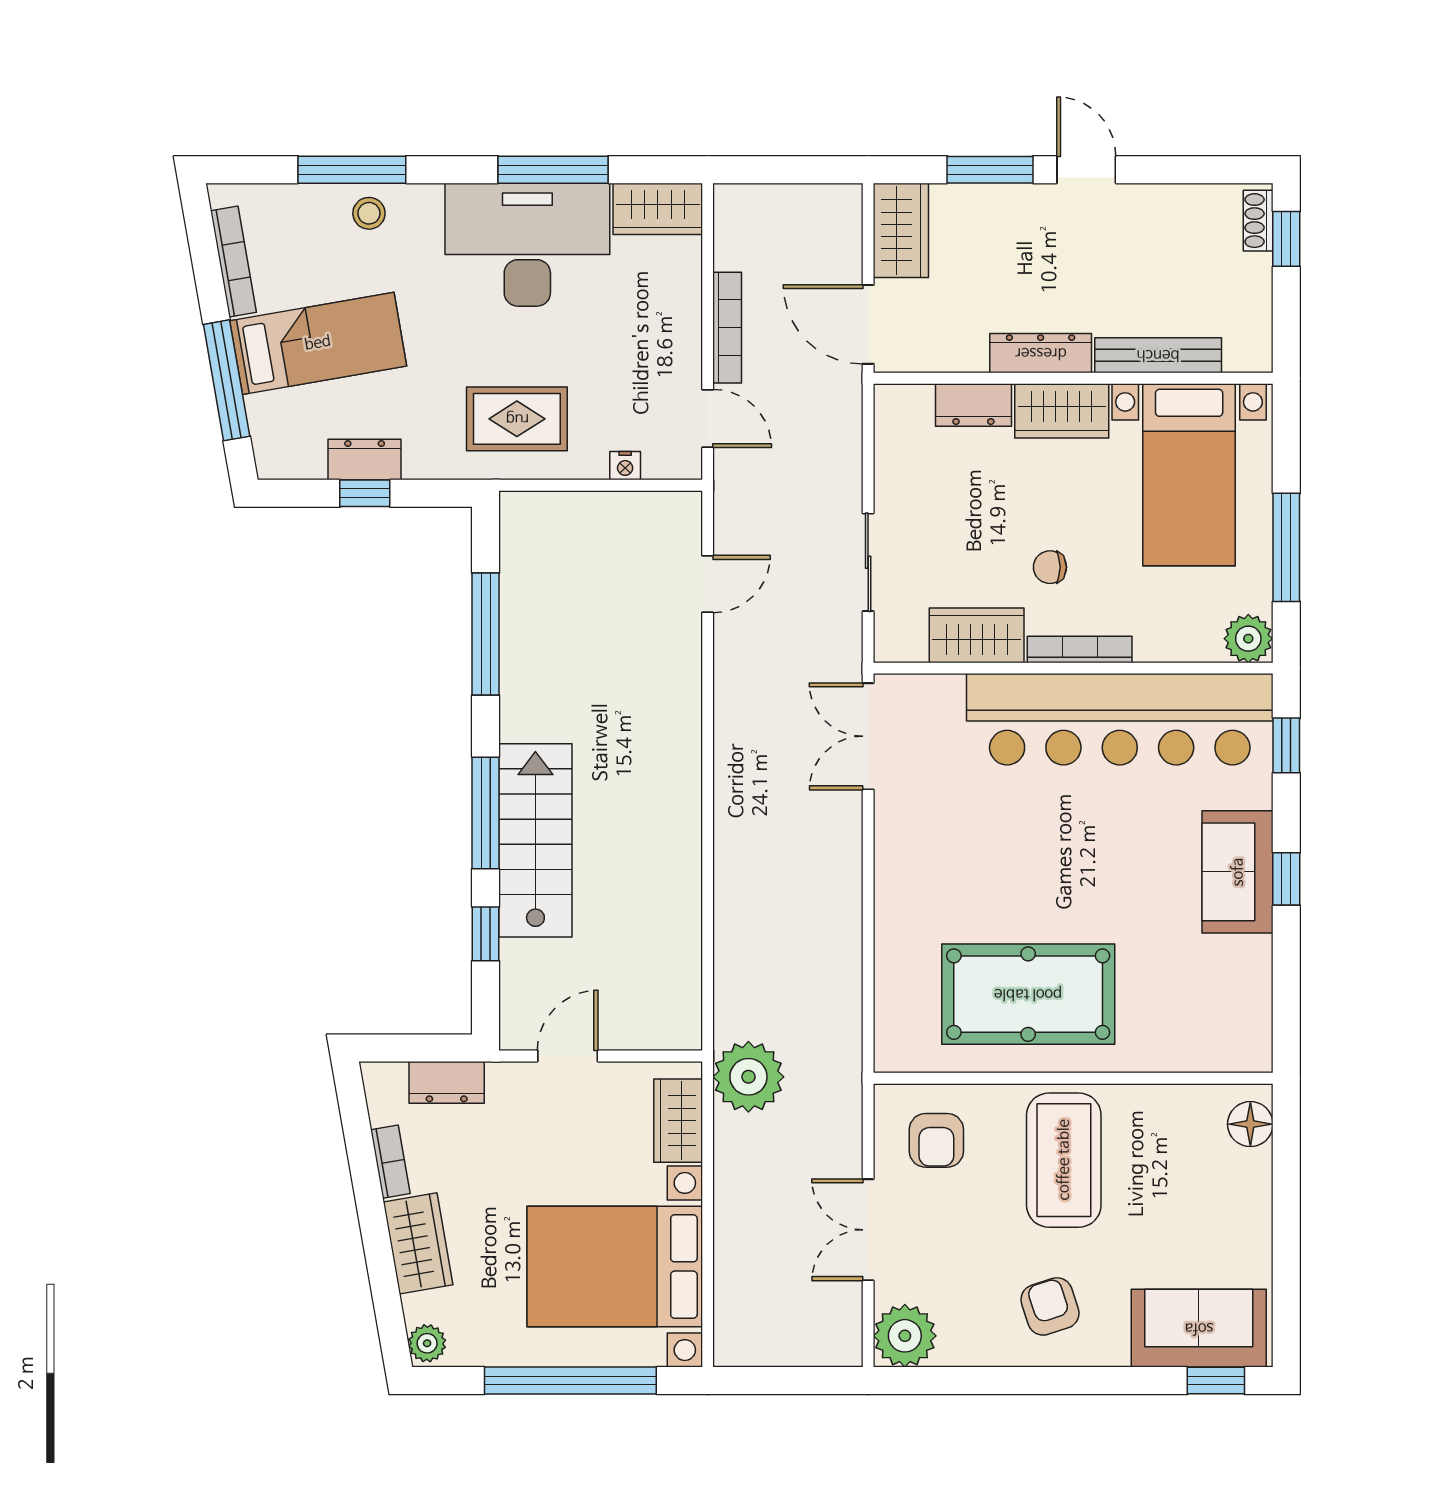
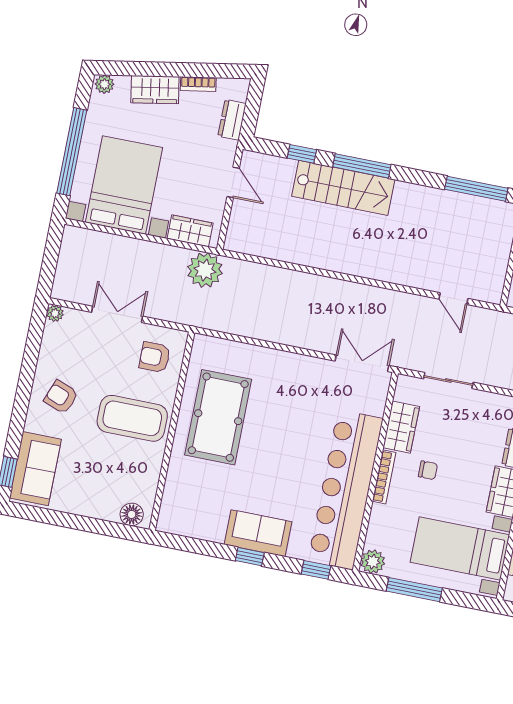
chair: (1050, 567) -> (428, 470), turned 90
window: (486, 634) -> (476, 189), moved
armchair: (1050, 1306) -> (61, 397), turned -141
plant: (905, 1336) -> (55, 313), width x0.53, depth x0.53

